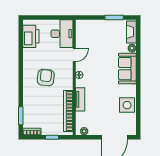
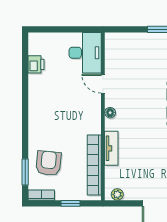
printer: (31, 36) -> (36, 64), width x0.53, depth x0.68
door: (74, 55) -> (103, 84), swing flipped
armchair: (46, 78) -> (48, 163), moved

